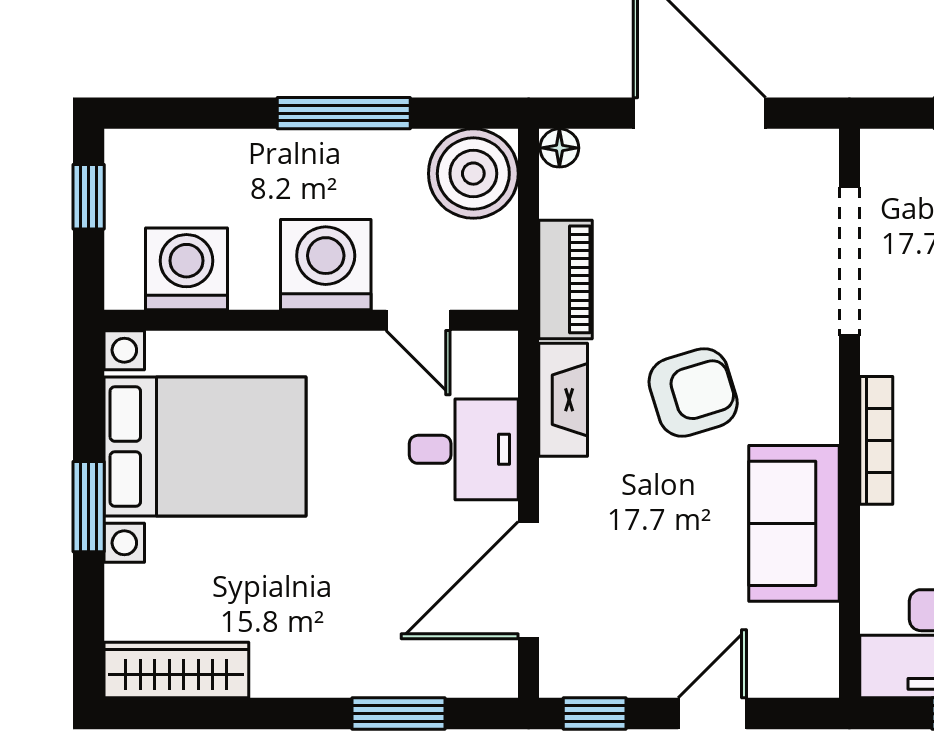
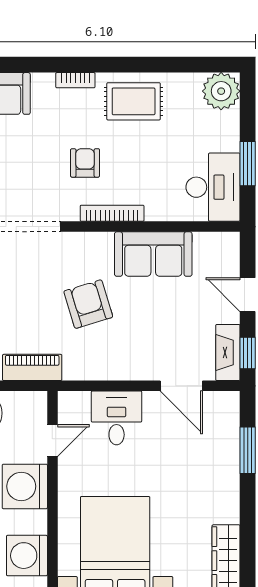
fireplace: (563, 400) -> (228, 352), moved, turned -90
door: (529, 580) -> (181, 386), width x0.73

